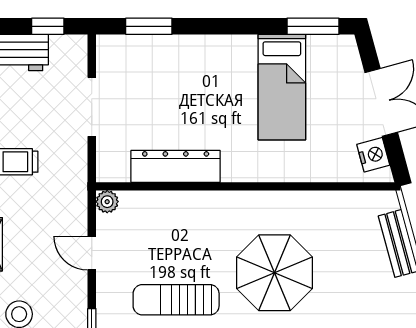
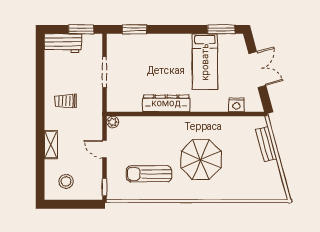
window: (48, 26) -> (81, 29), width x1.50
nightstand: (373, 155) -> (236, 105), moved, turned 105
dresser: (176, 166) -> (166, 103), moved

